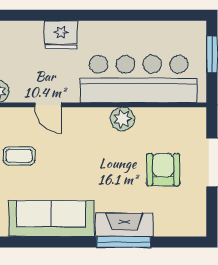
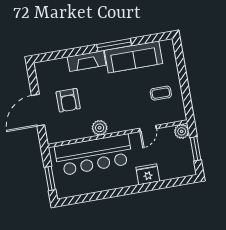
door: (48, 105) -> (148, 128), swing flipped
window: (124, 242) -> (114, 45), moved

